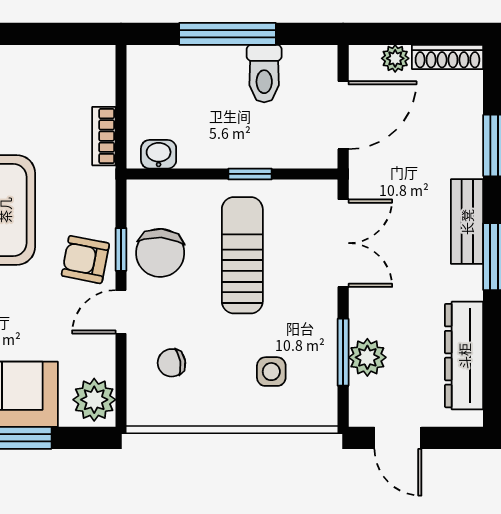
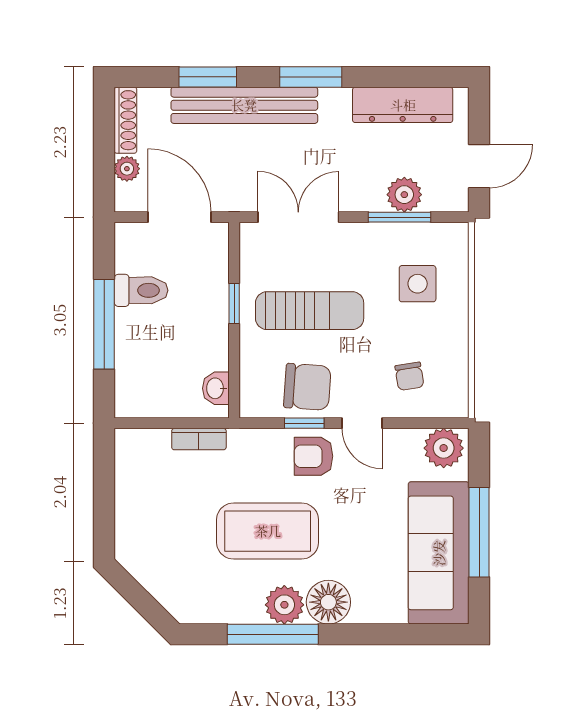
bench: (467, 222) -> (244, 105), width x1.86, depth x1.21
sun lounger: (242, 255) -> (310, 311), turned 180
armchair: (85, 260) -> (314, 456), turned 79
side table: (271, 372) -> (418, 284), width x1.37, depth x1.37

